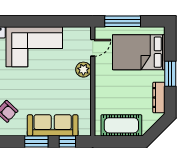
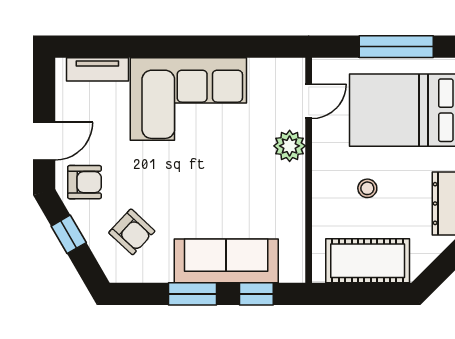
window: (123, 21) -> (396, 47), moved
stool: (121, 90) -> (367, 188), added

